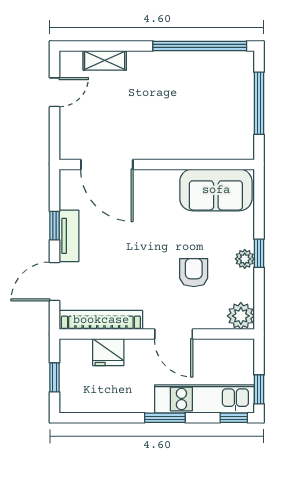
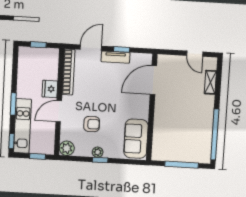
door: (55, 281) -> (91, 48), hinge flipped
fridge: (108, 352) -> (50, 89), moved
window: (259, 389) -> (38, 156), moved

